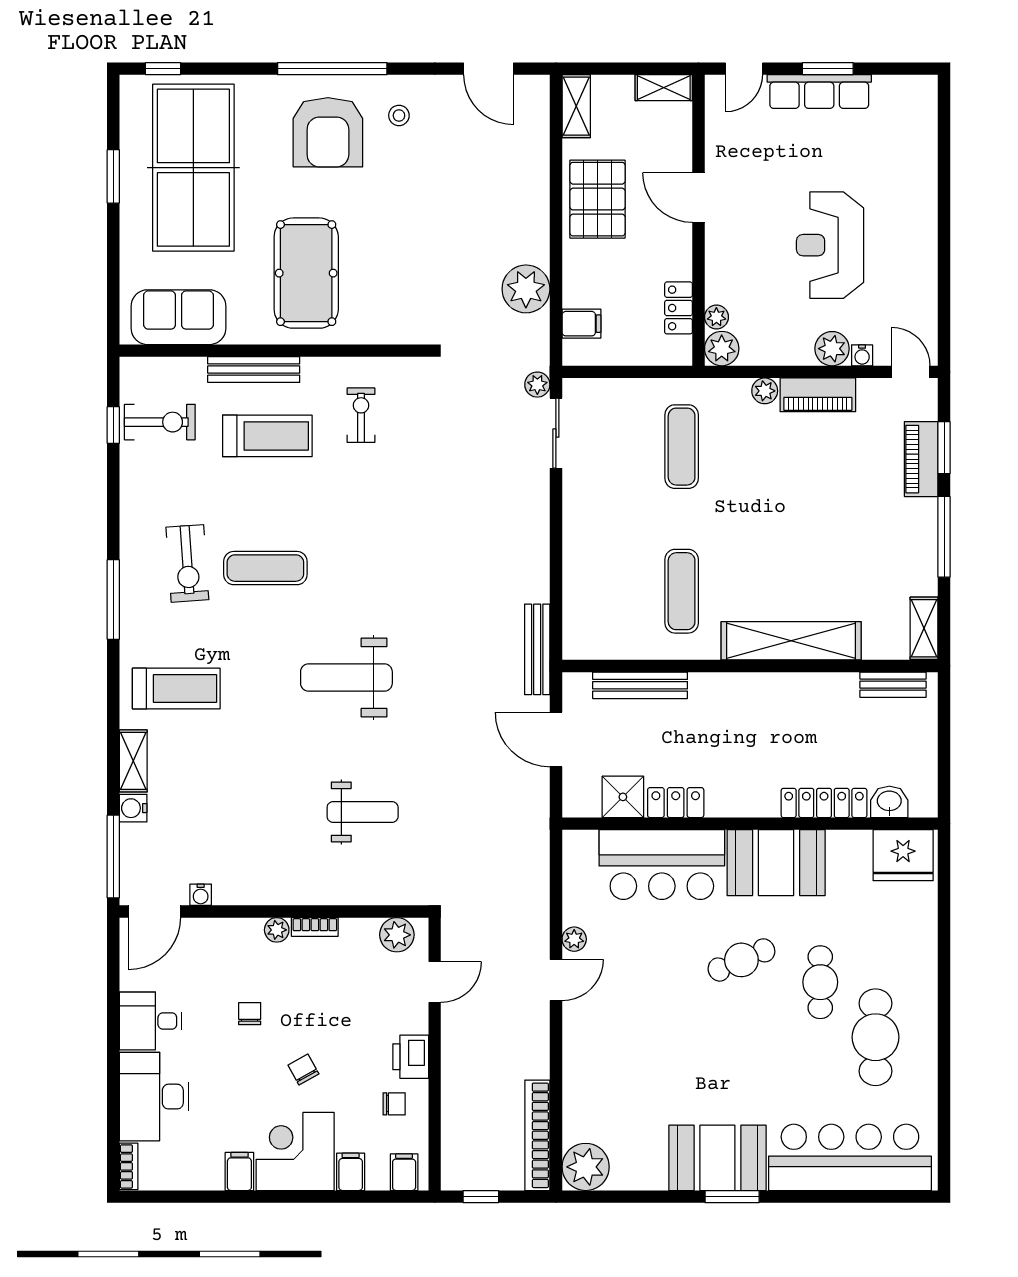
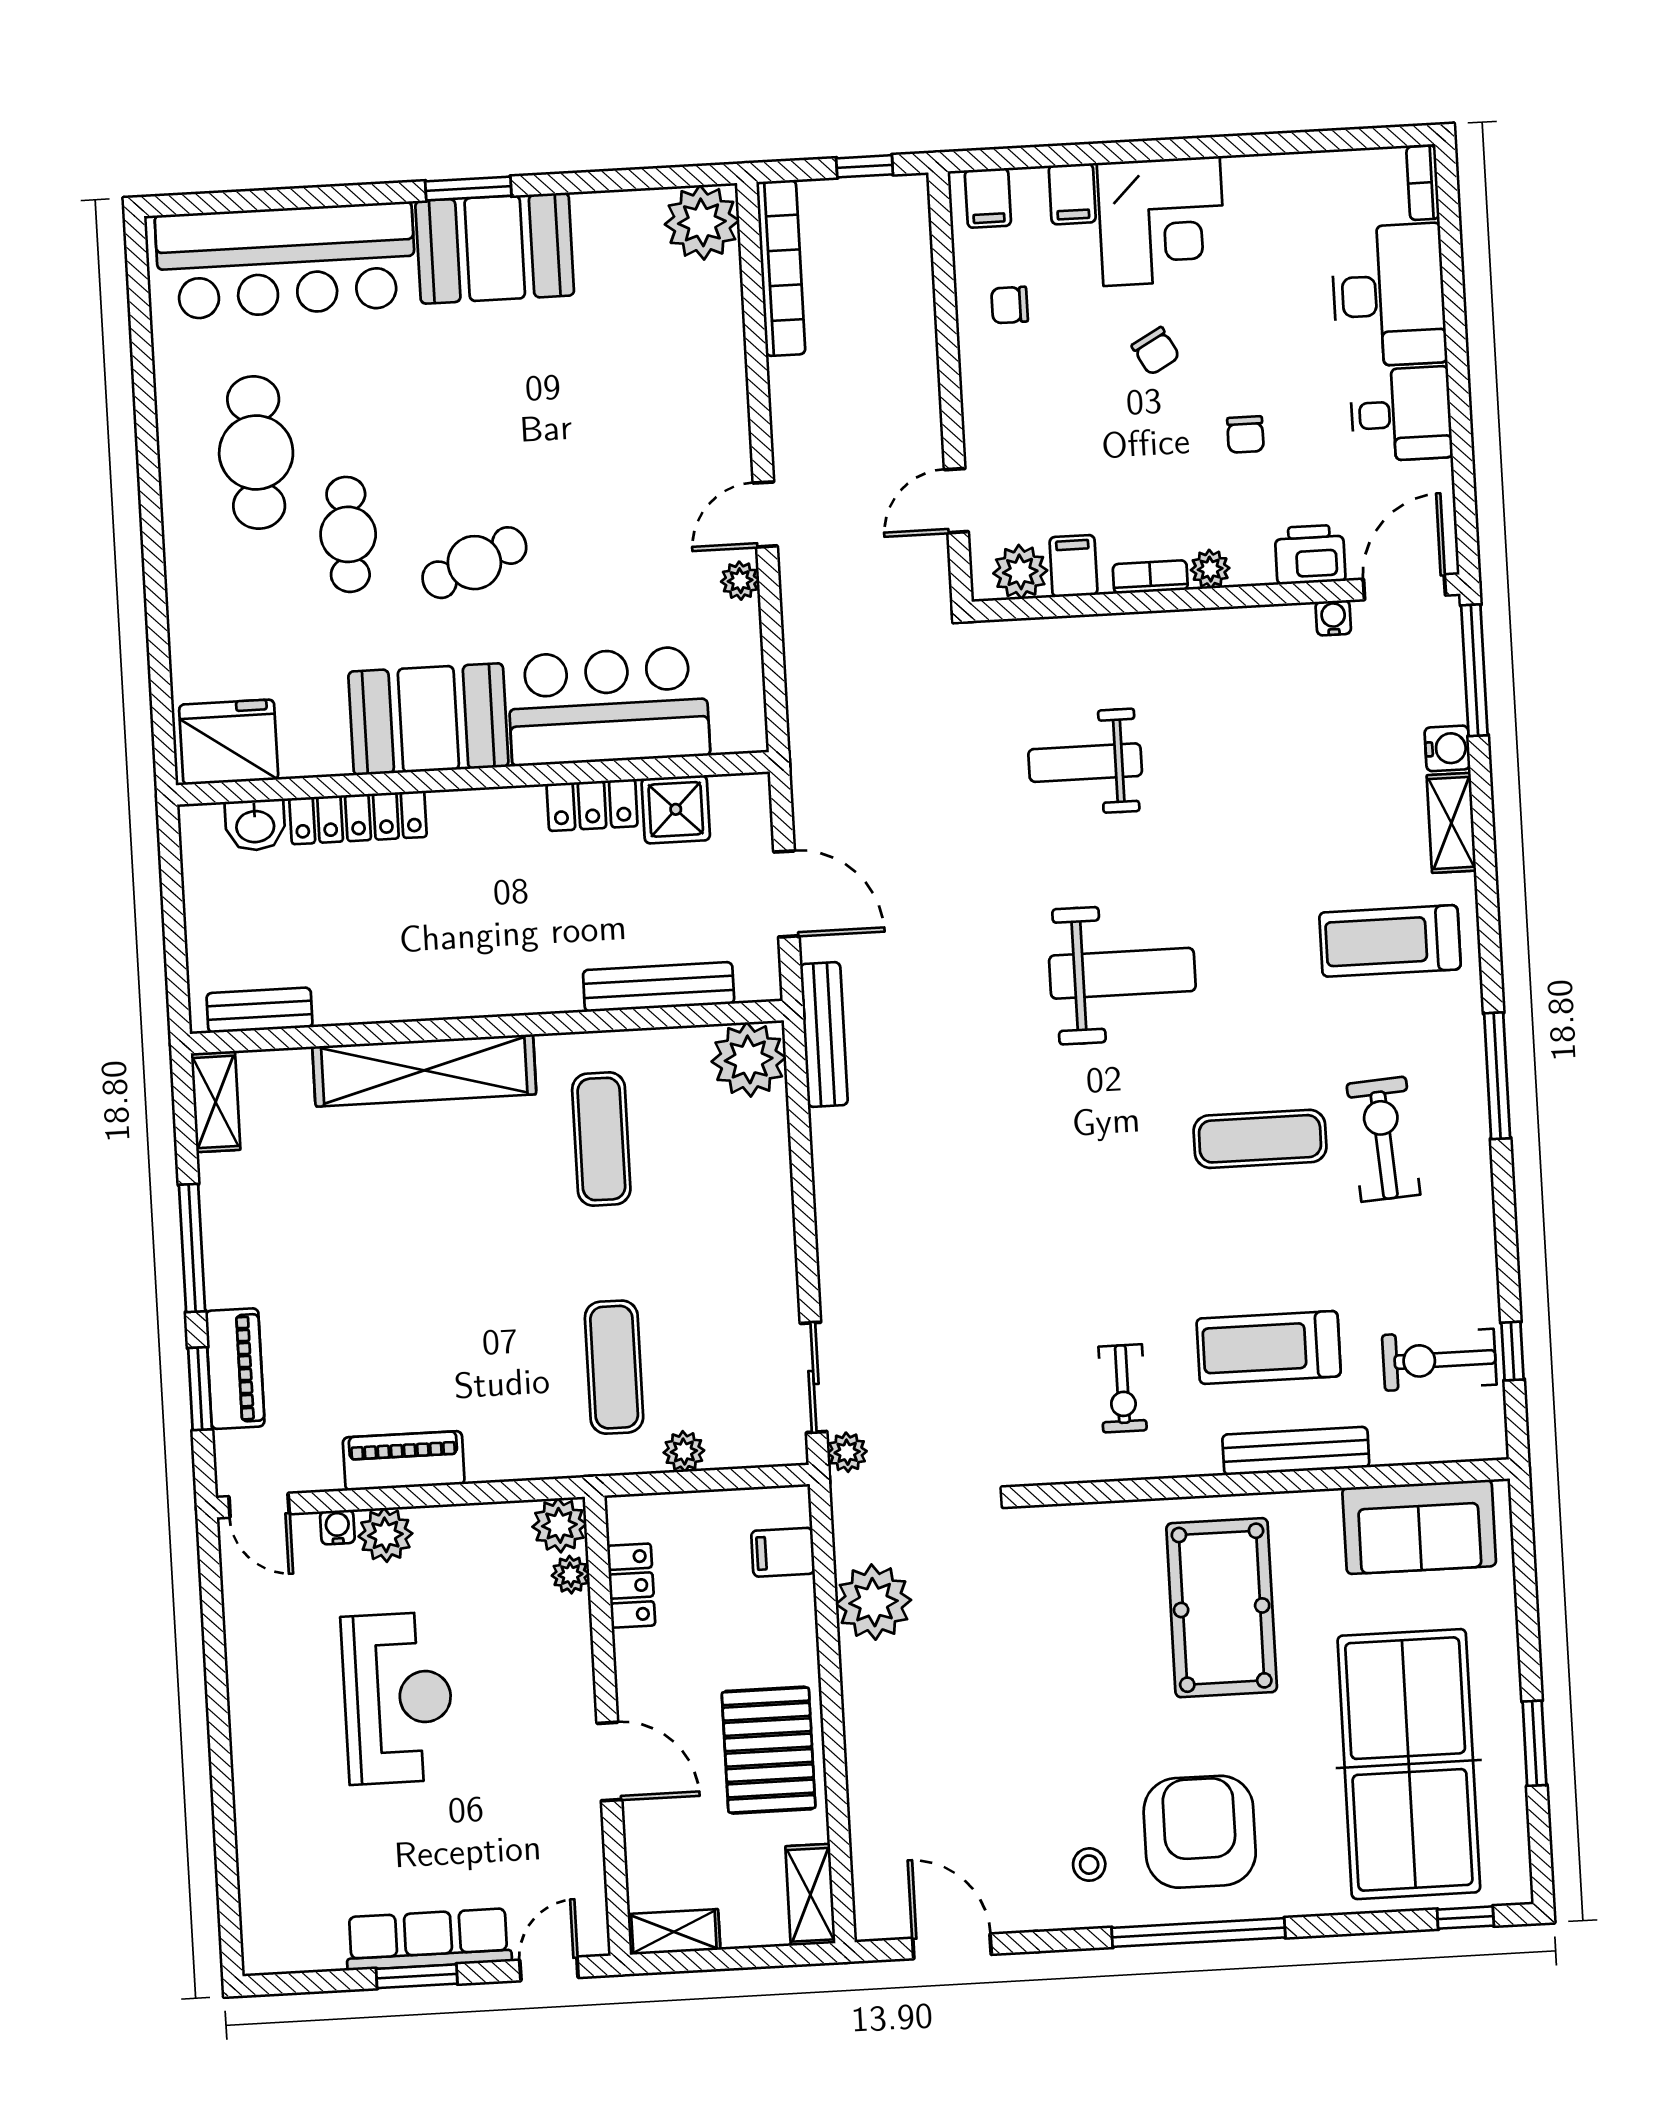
plant: (765, 391) -> (684, 1451), moved
plant: (586, 636) -> (749, 1059), added
printer: (411, 1057) -> (1310, 555), moved, turned -90
filing cabinet: (239, 1171) -> (1073, 566), moved, turned 180

